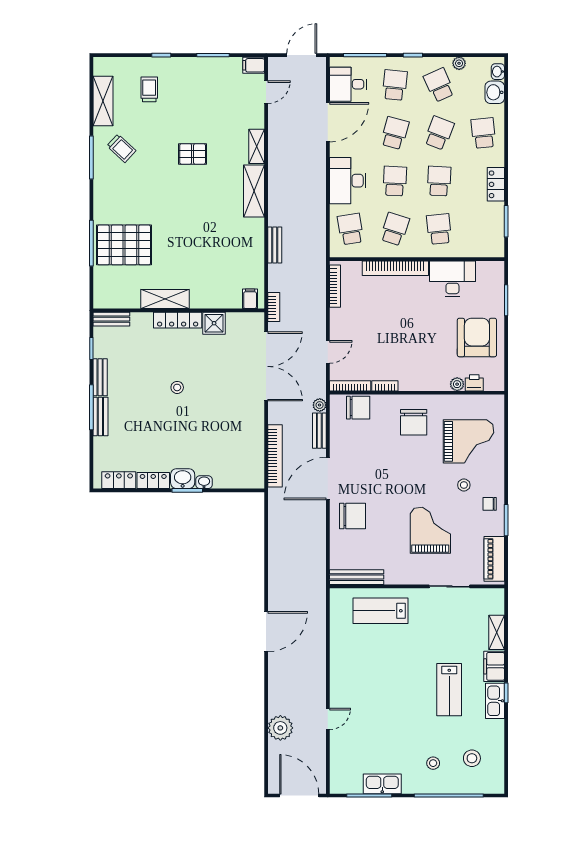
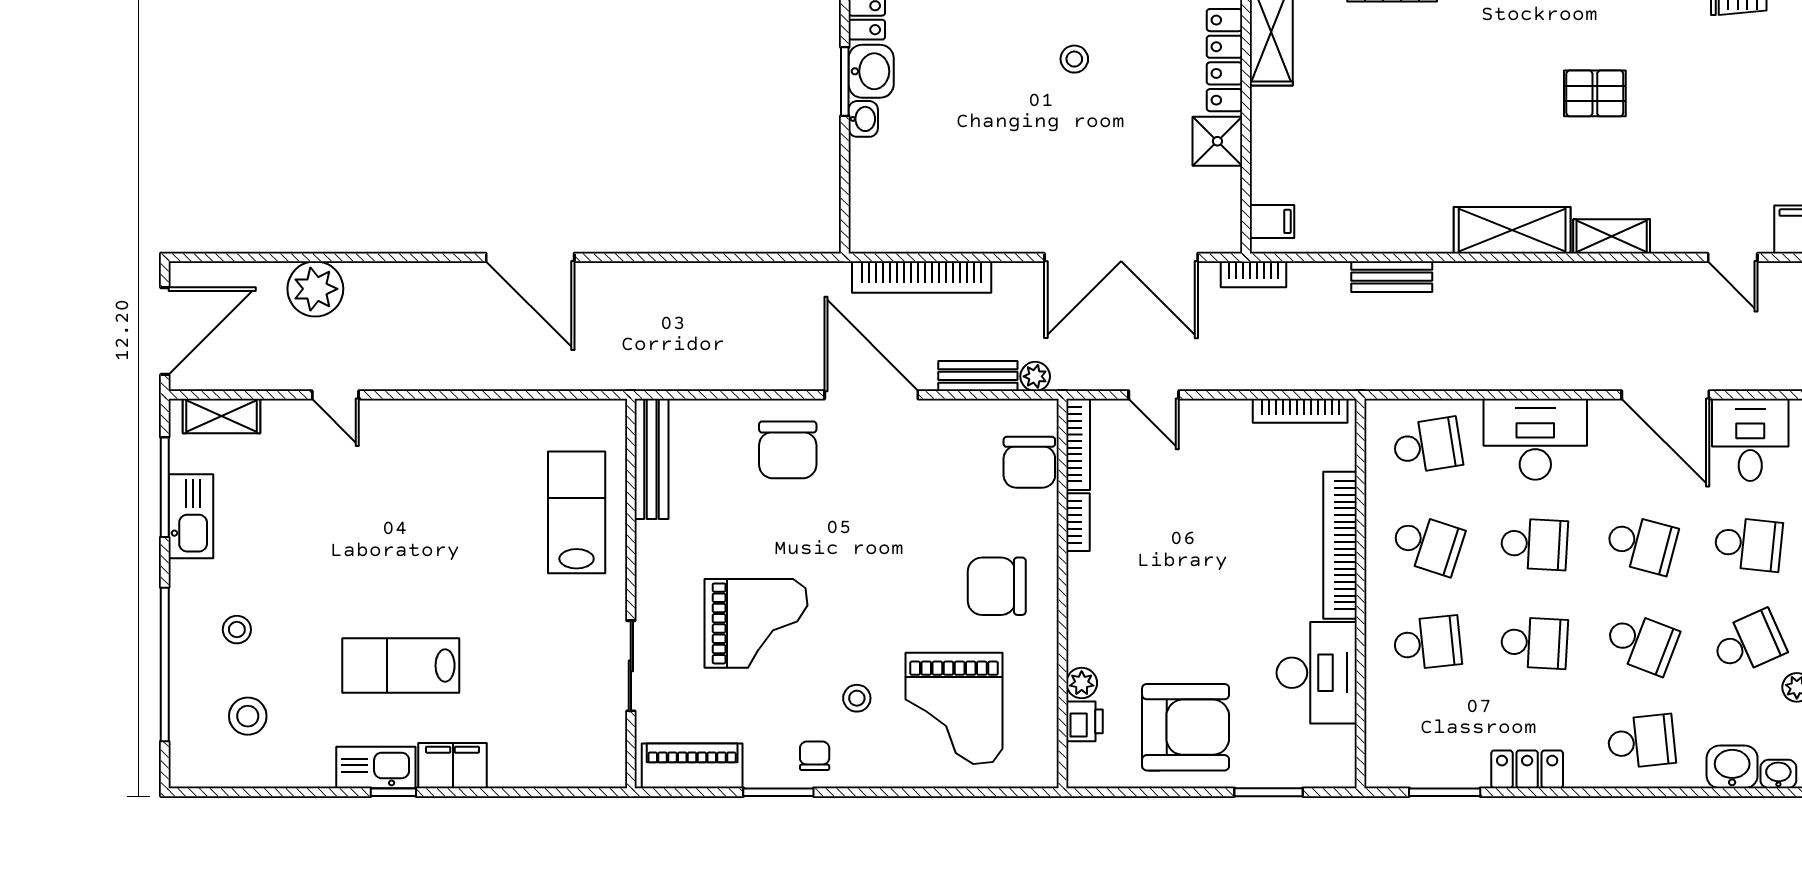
pallet: (193, 154) -> (1595, 93), turned 90
shelving: (497, 632) -> (222, 416), moved

